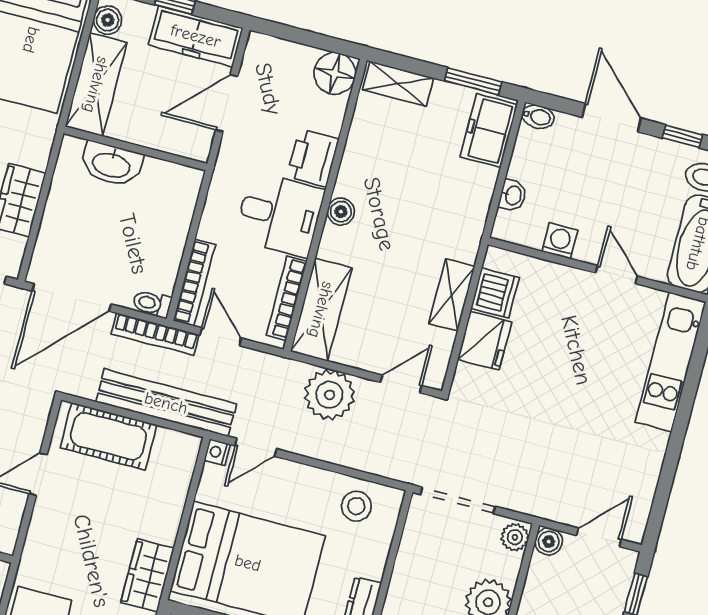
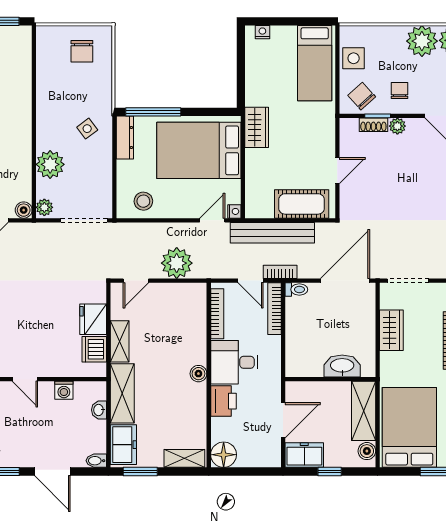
freezer: (196, 36) -> (304, 455), width x0.71
shelving: (321, 310) -> (122, 393), moved
bookcase: (155, 334) -> (280, 272), width x0.64

